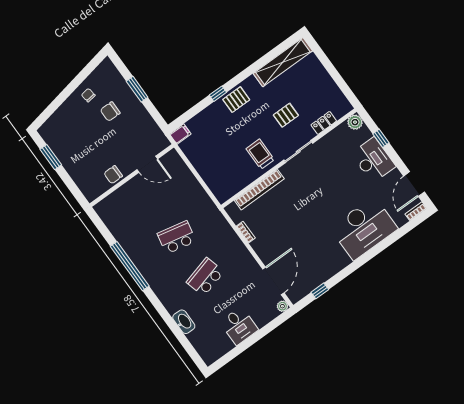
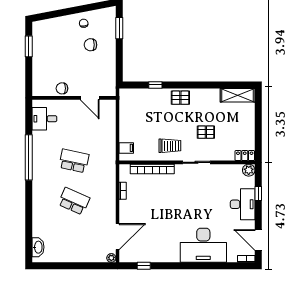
shelving: (283, 62) -> (238, 95), width x0.68
window: (137, 89) -> (119, 28), moved
window: (218, 94) -> (155, 85), moved
locker: (324, 123) -> (245, 156), moved
filing cabinet: (180, 134) -> (126, 148), moved
trolley: (260, 154) -> (170, 146), turned 90
door: (414, 184) -> (258, 240), hinge flipped
school desk: (205, 277) -> (74, 201), turned 39
washbasin: (184, 322) -> (38, 247), moved
desk: (239, 326) -> (44, 119), moved, turned 90

